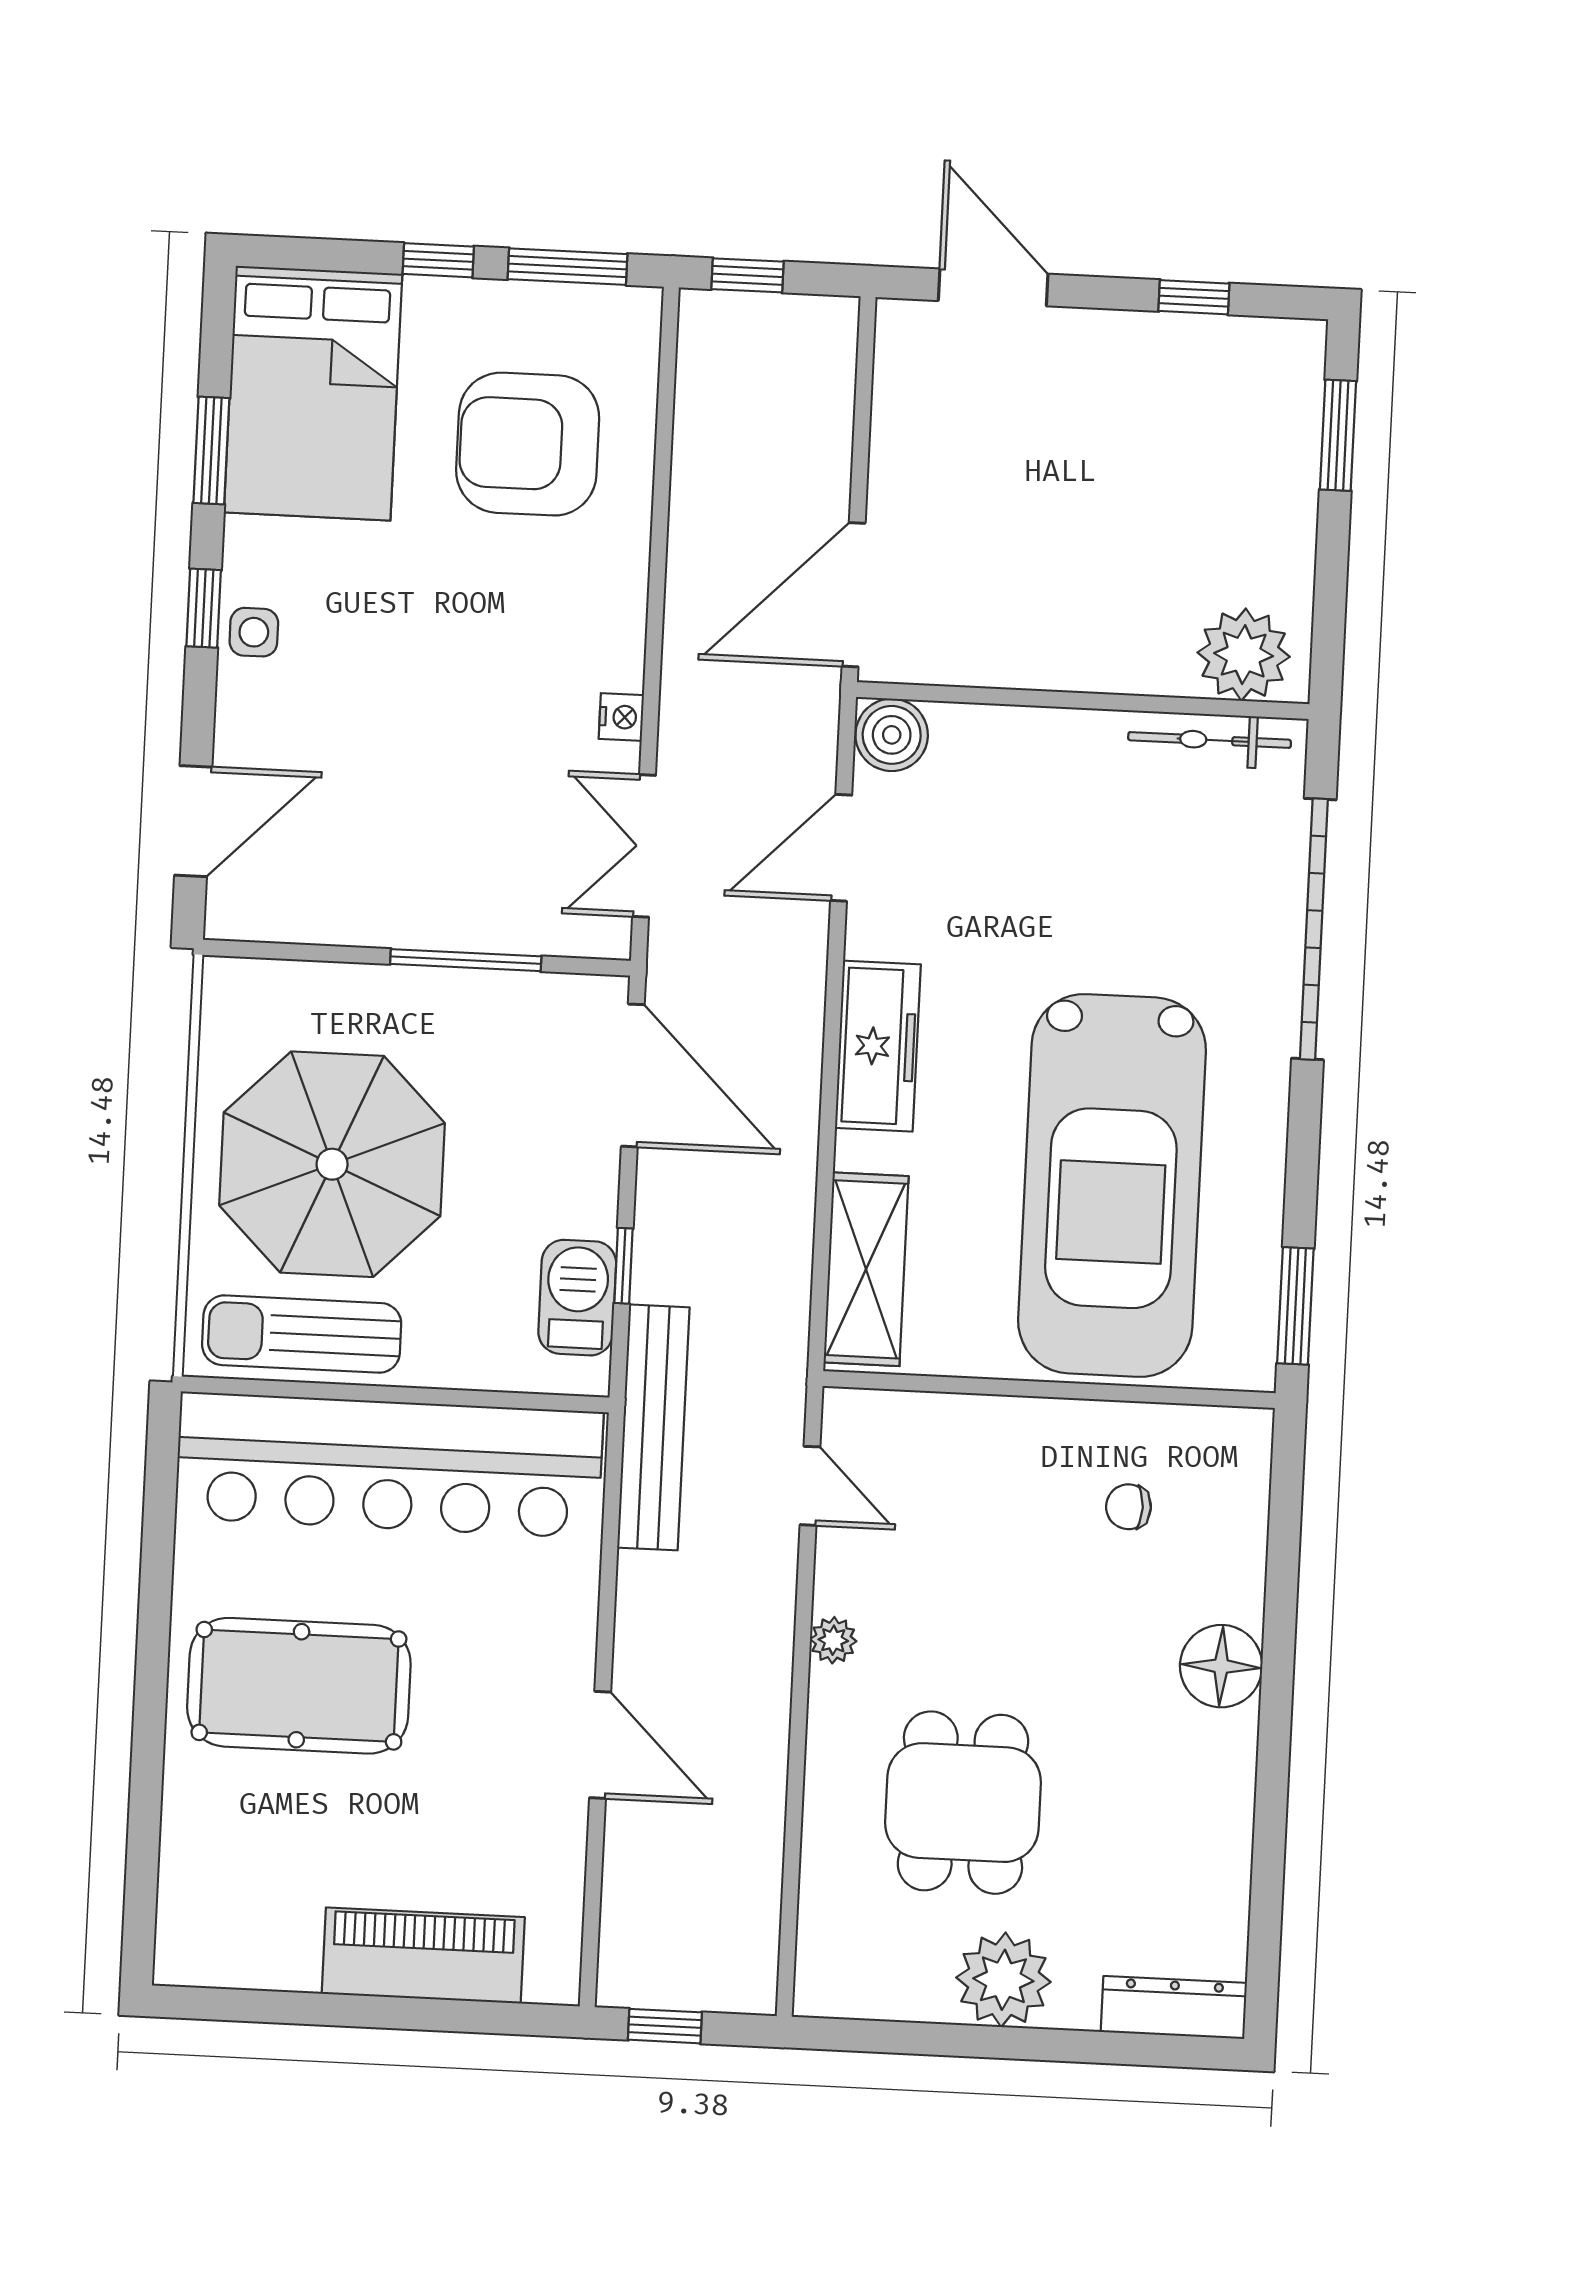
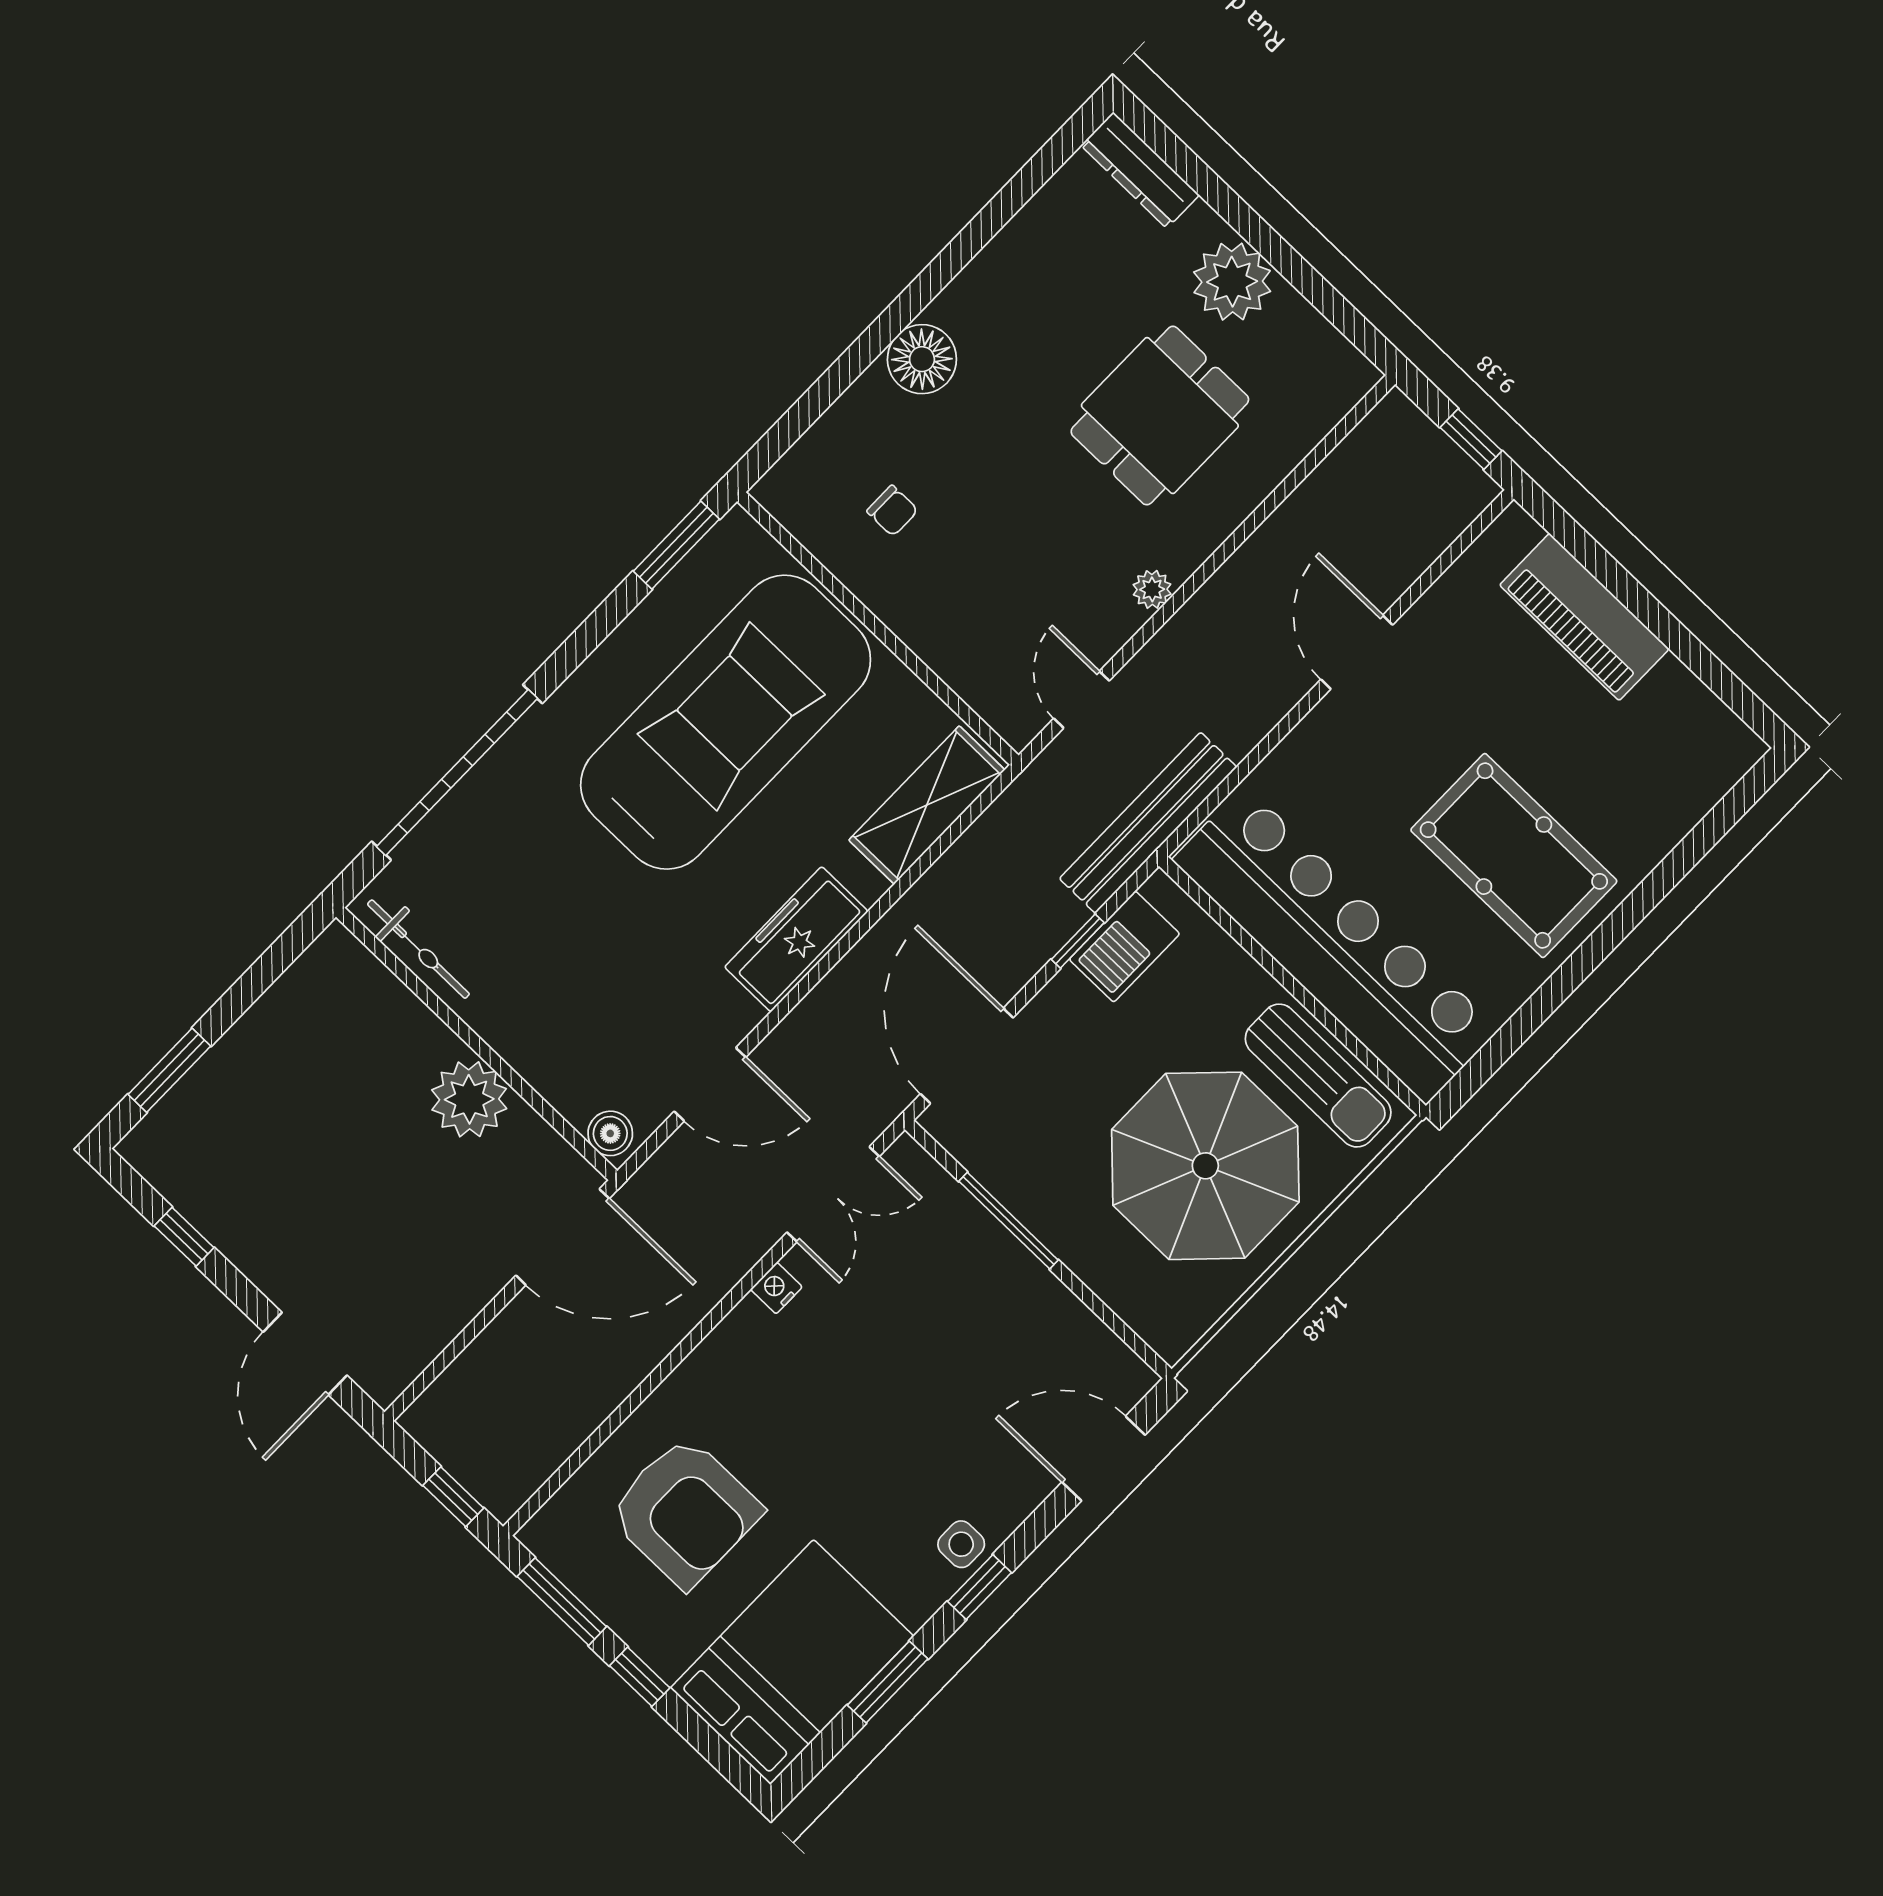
plant: (1244, 655) -> (469, 1099), moved
boiler: (892, 735) -> (610, 1133), width x0.73, depth x0.73

